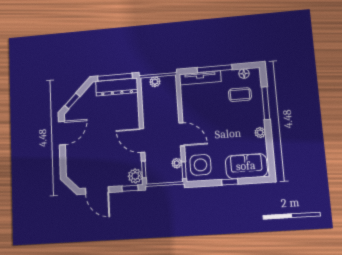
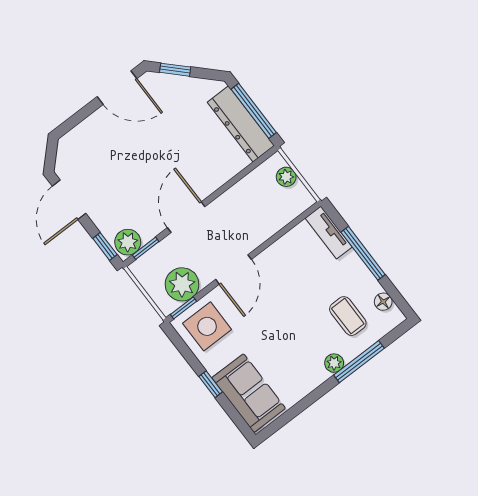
tv unit: (200, 78) -> (329, 233), width x0.71
plant: (260, 133) -> (334, 363), moved
plant: (177, 163) -> (182, 284), width x1.87, depth x1.87

